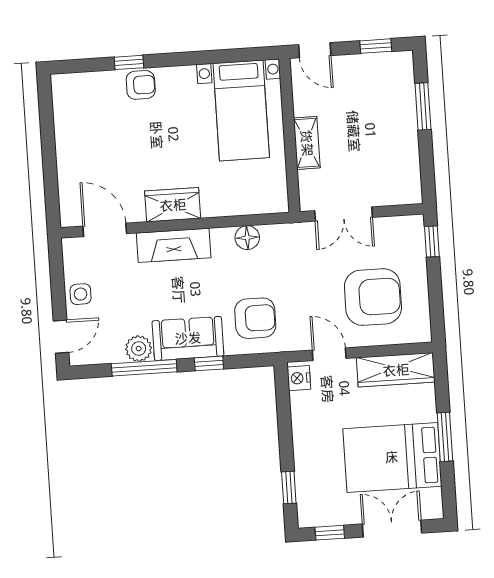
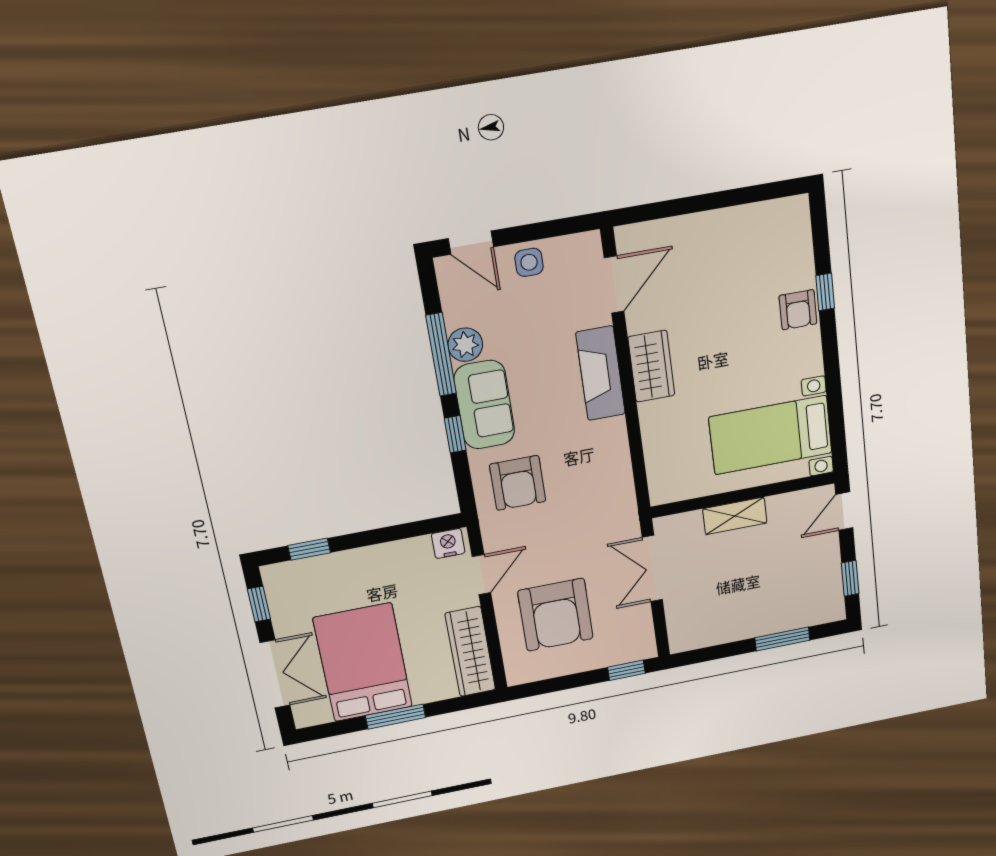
floor lamp: (247, 238) -> (616, 461), removed

